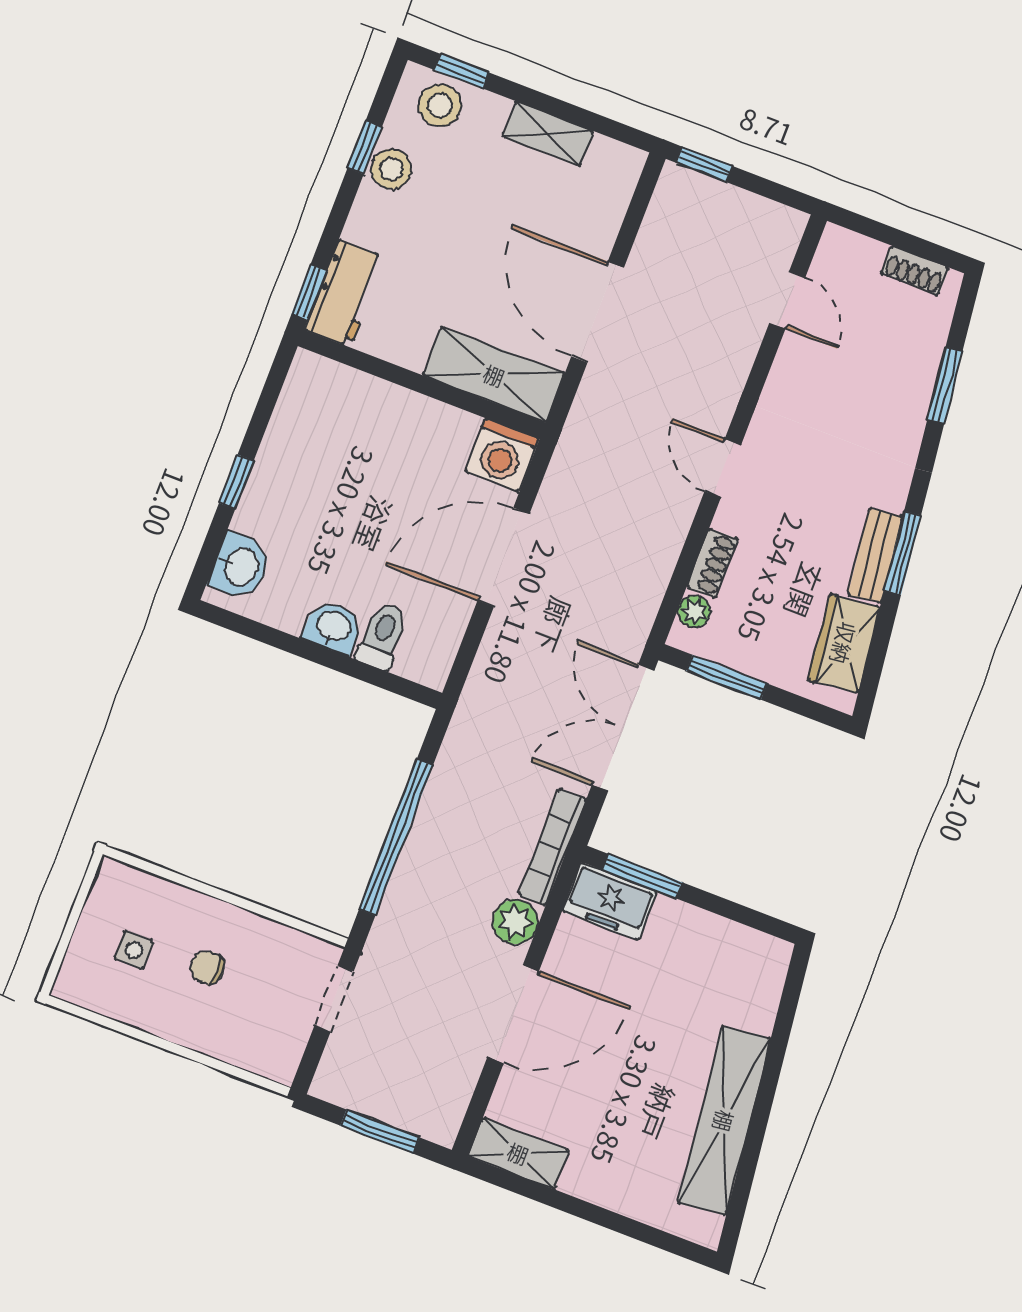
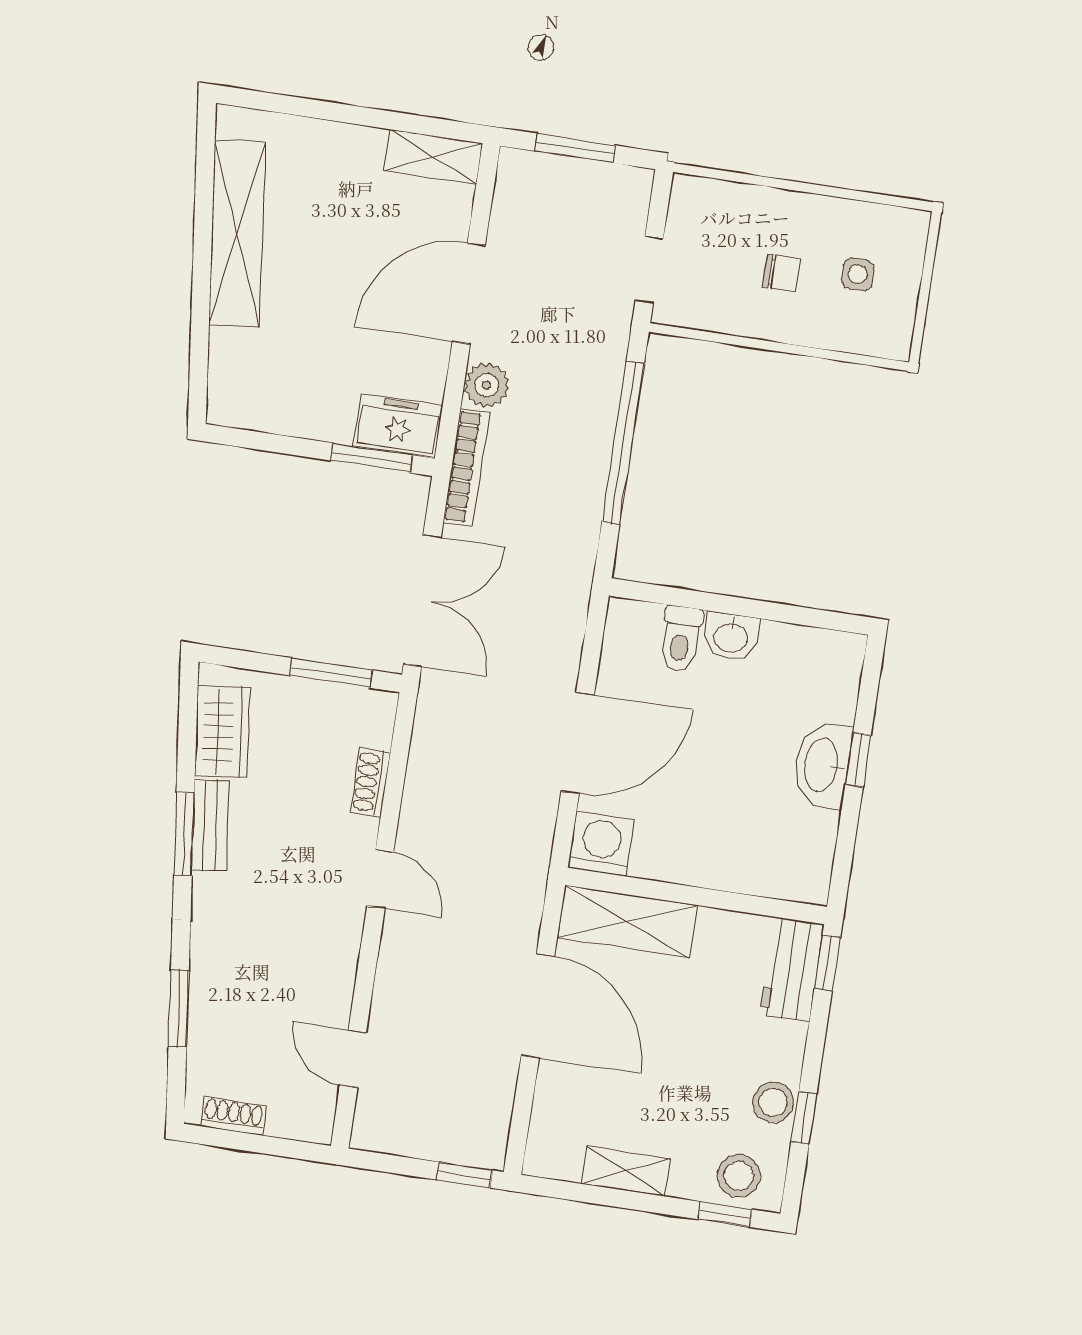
washbasin: (240, 566) -> (822, 765), moved, width x1.38
plant: (694, 611) -> (377, 731), removed

